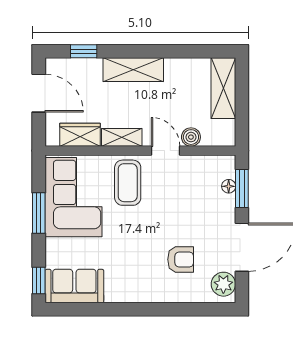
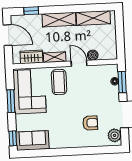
shelving: (223, 88) -> (93, 18), moved, turned 90

